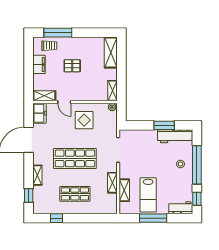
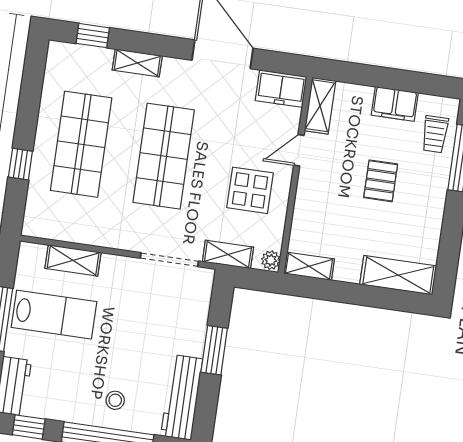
window: (164, 125) -> (214, 350), moved
shelving: (112, 183) -> (228, 254), moved
shop shelf: (75, 194) -> (81, 144), width x1.43, depth x1.36
lab bench: (148, 195) -> (54, 315), turned 180
window: (57, 218) -> (20, 164), moved

